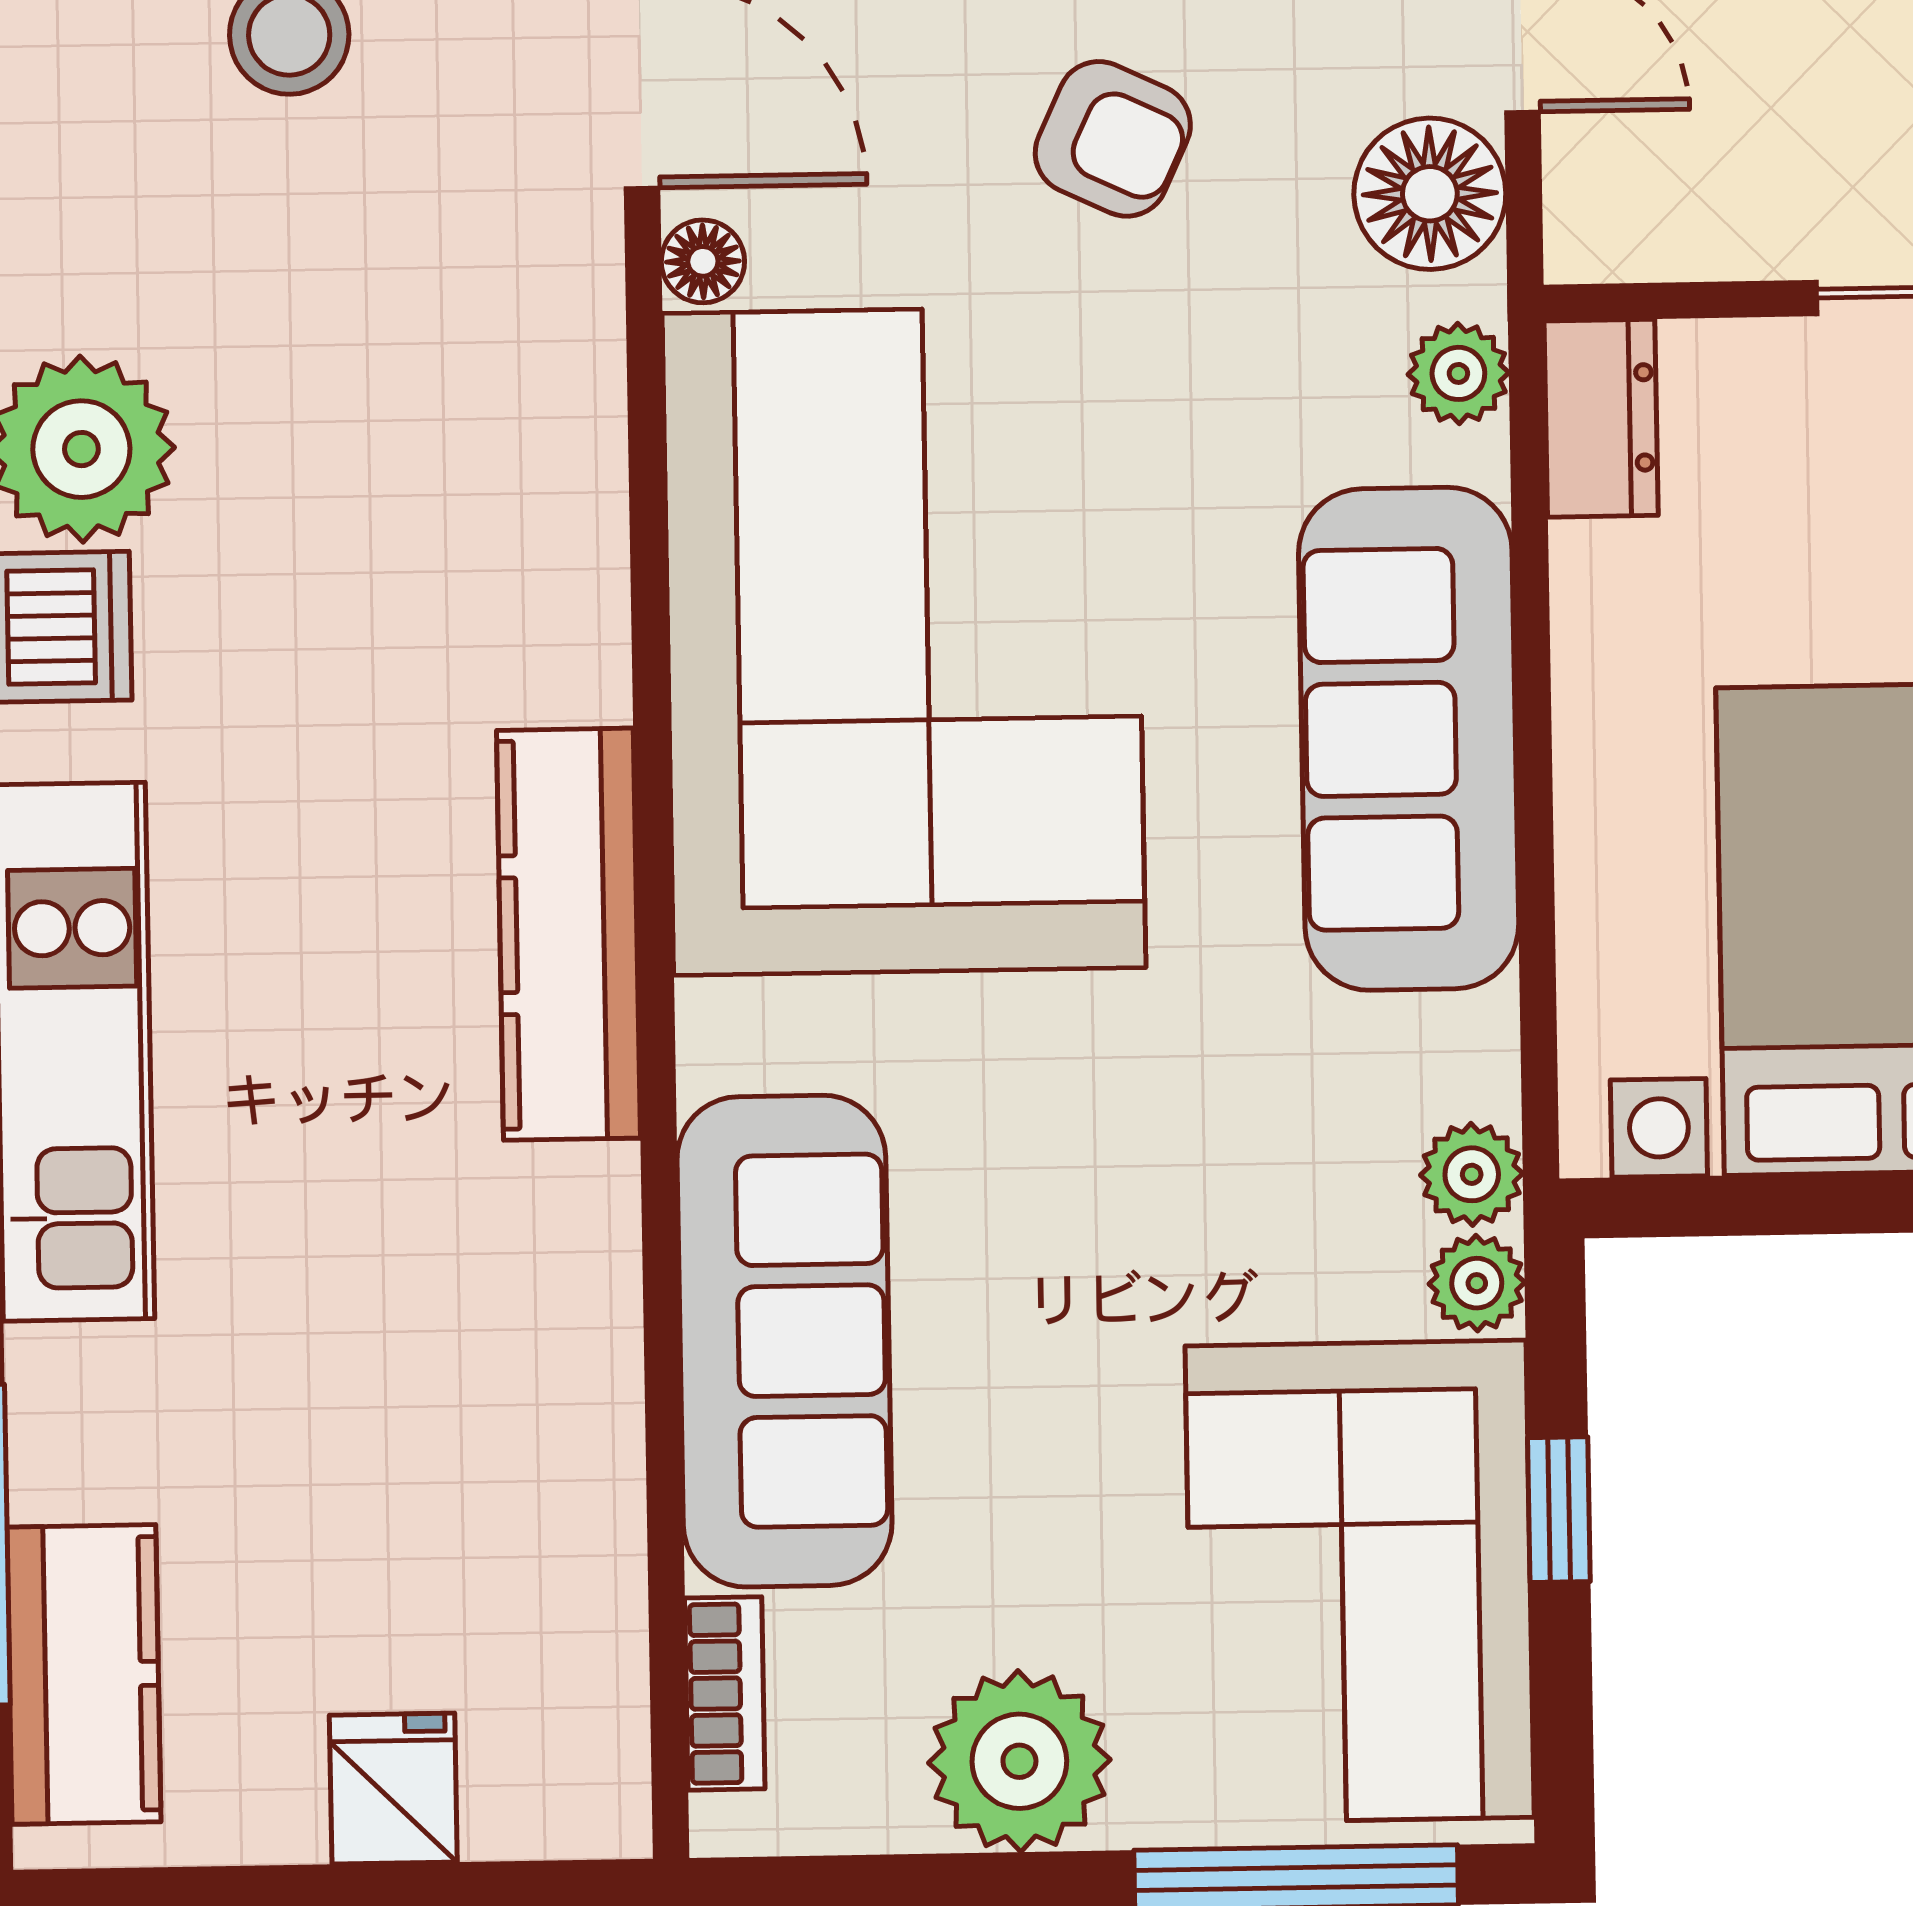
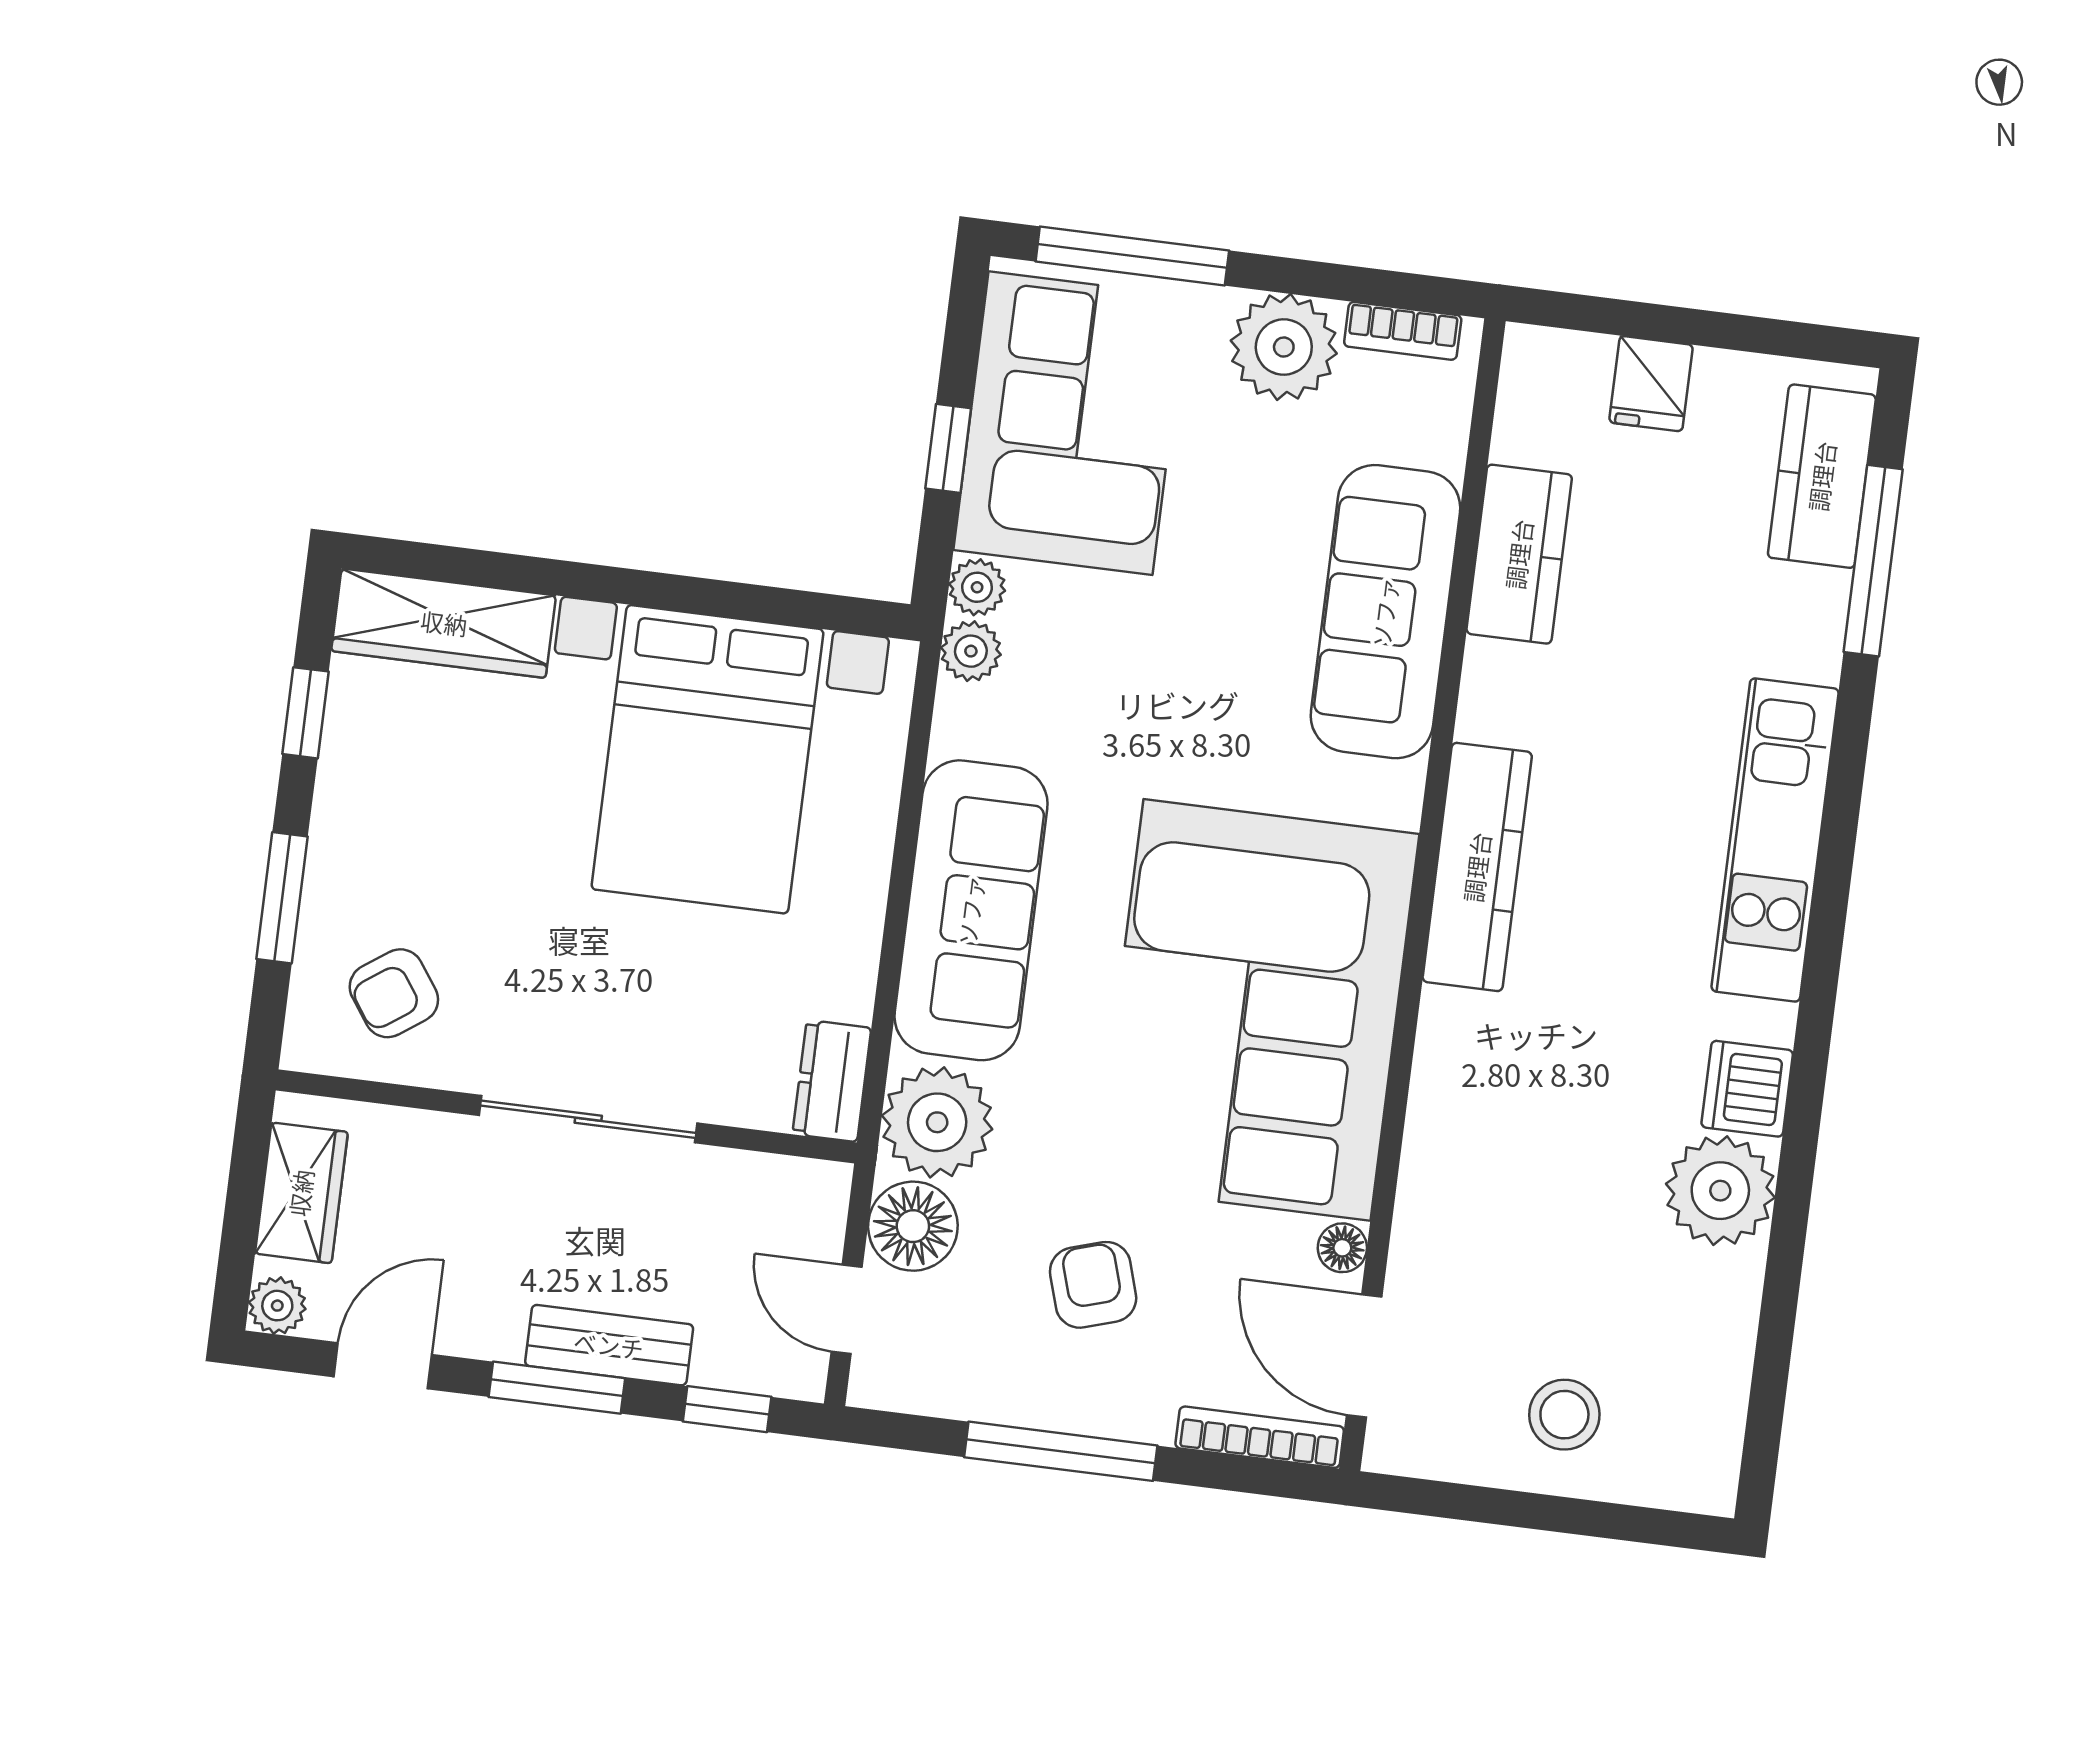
armchair: (1113, 139) -> (1093, 1285), turned 48
plant: (1458, 373) -> (937, 1122), width x1.87, depth x1.87
kitchen counter: (574, 1470) -> (1519, 554), added
bookcase: (725, 1693) -> (1403, 331), moved, turned -90

